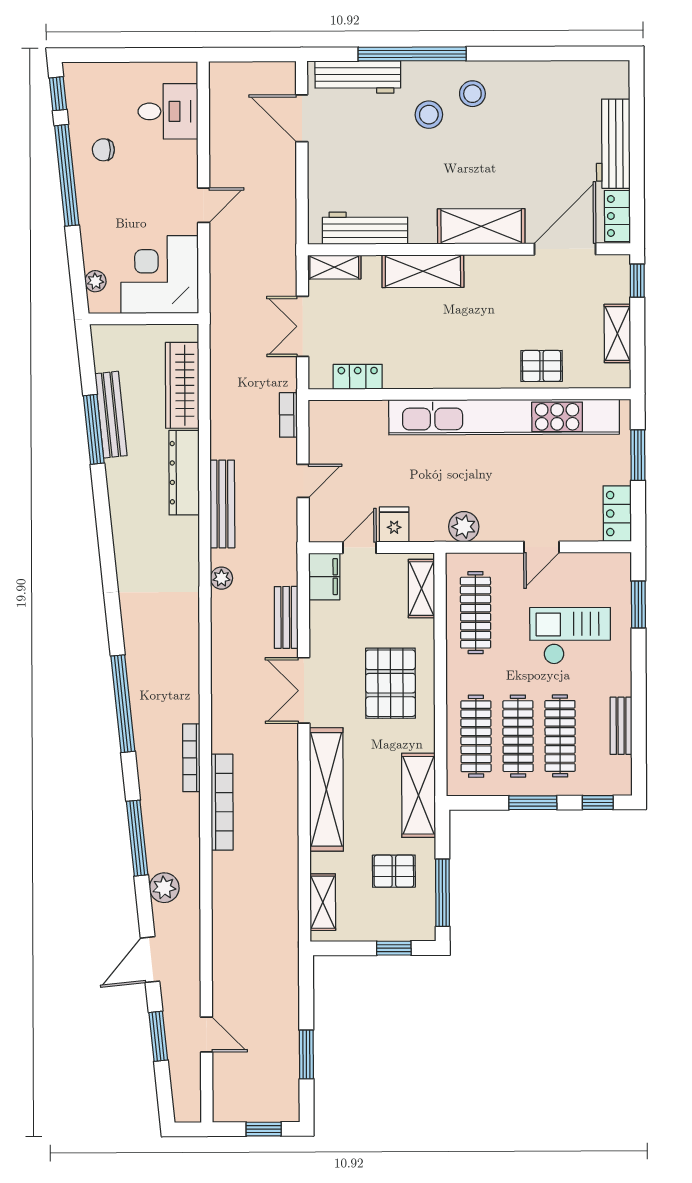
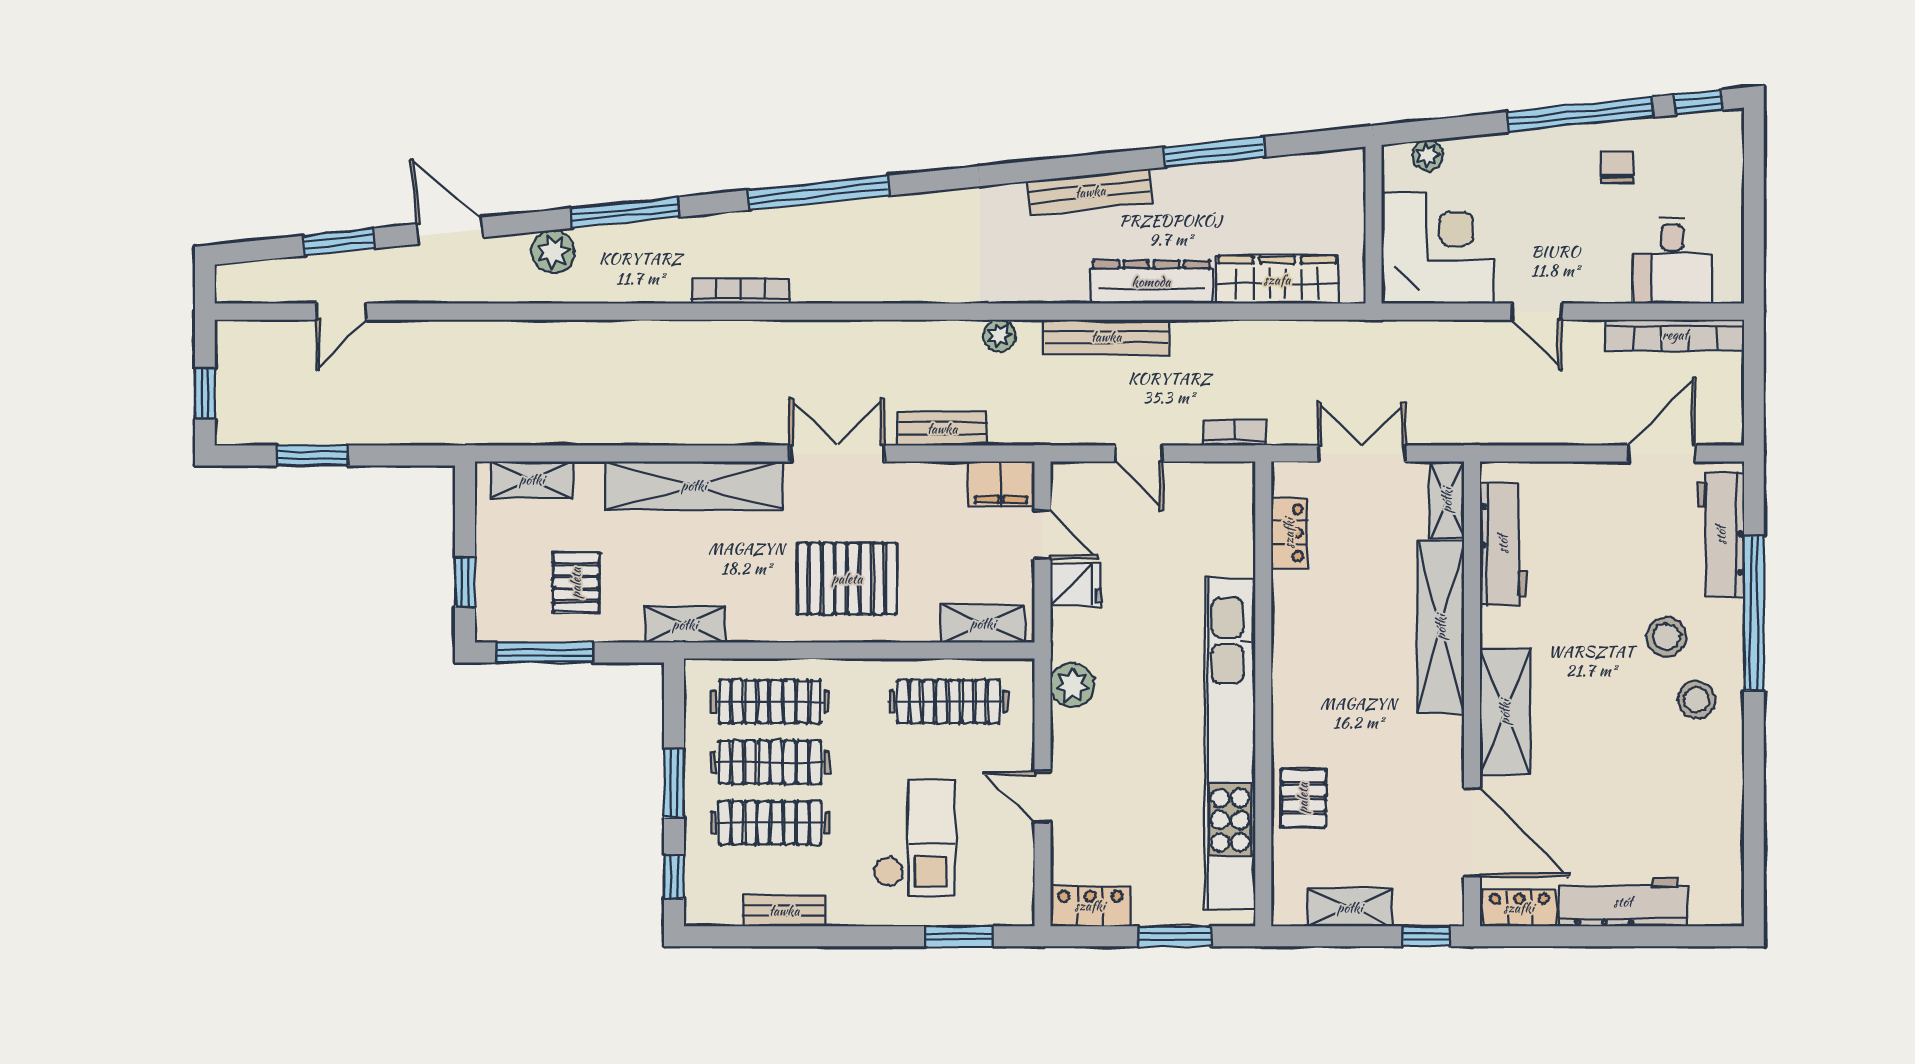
shelving: (423, 271) -> (1441, 627), width x1.47
bench: (111, 415) -> (1090, 192), moved
shelving: (419, 795) -> (685, 625), width x0.67, depth x0.75
bookcase: (222, 802) -> (1675, 335), moved

